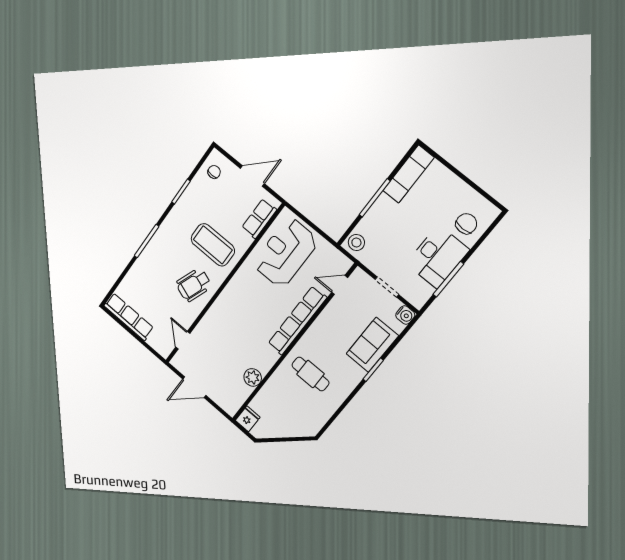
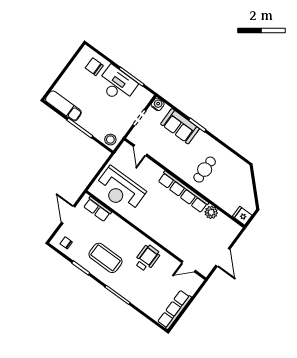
coffee table: (213, 245) -> (105, 258), moved, turned 90
wheelchair: (194, 285) -> (147, 258), turned -110
row of seats: (297, 321) -> (183, 192), moved

